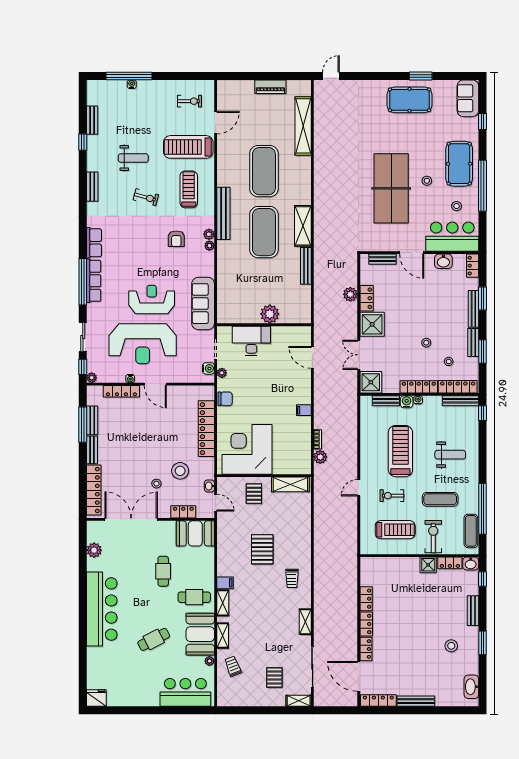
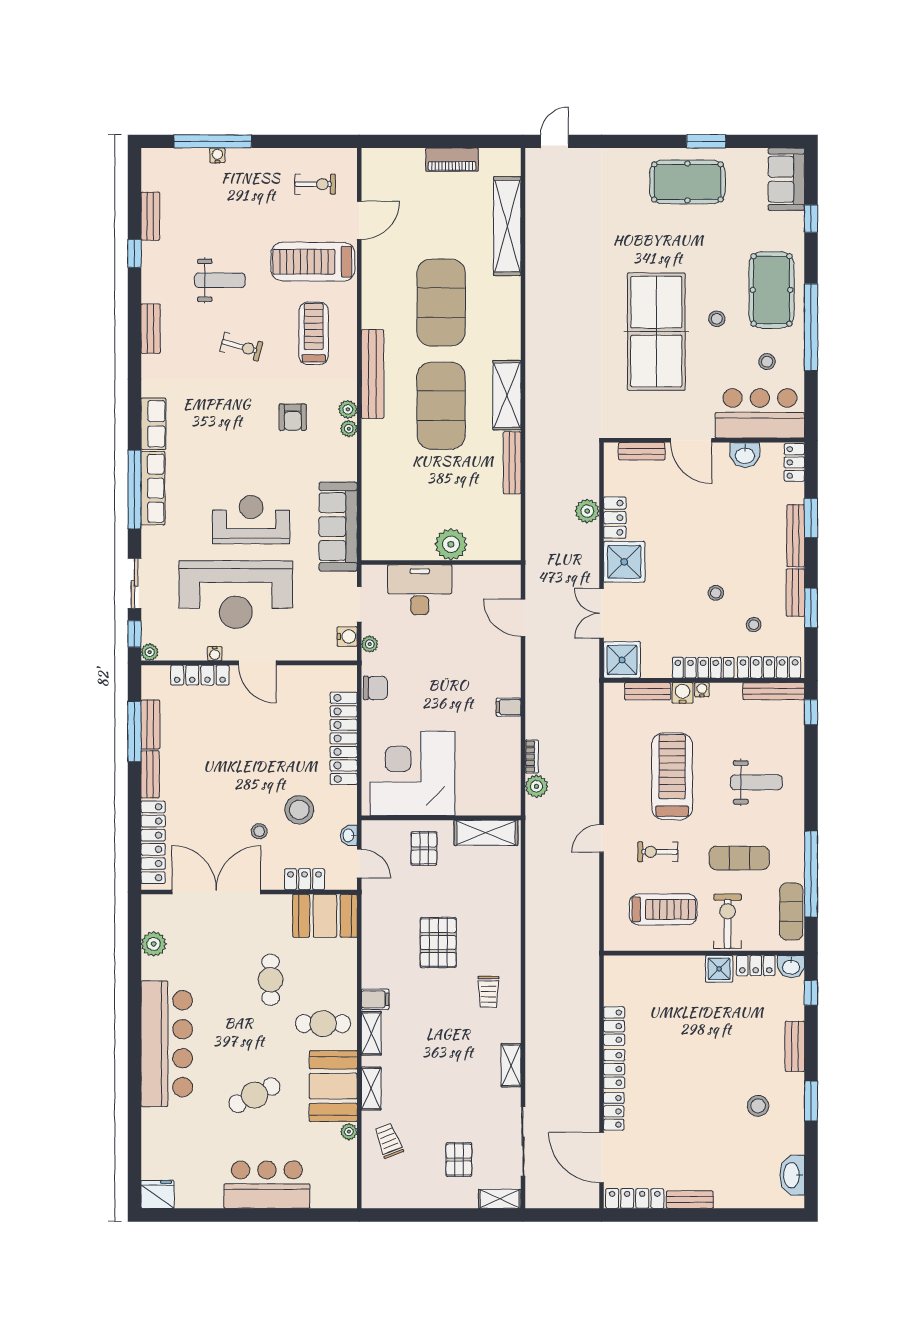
bar counter: (185, 692) -> (267, 1185), moved
bench: (416, 701) -> (690, 1200), width x0.73

